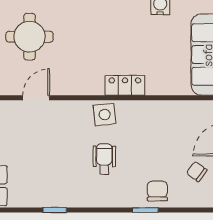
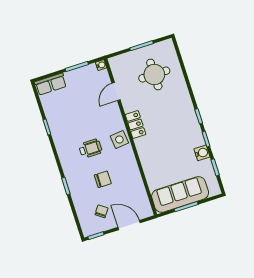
locker: (125, 85) -> (135, 124), moved
door: (36, 98) -> (116, 92), swing flipped
chair: (157, 191) -> (103, 179), moved

